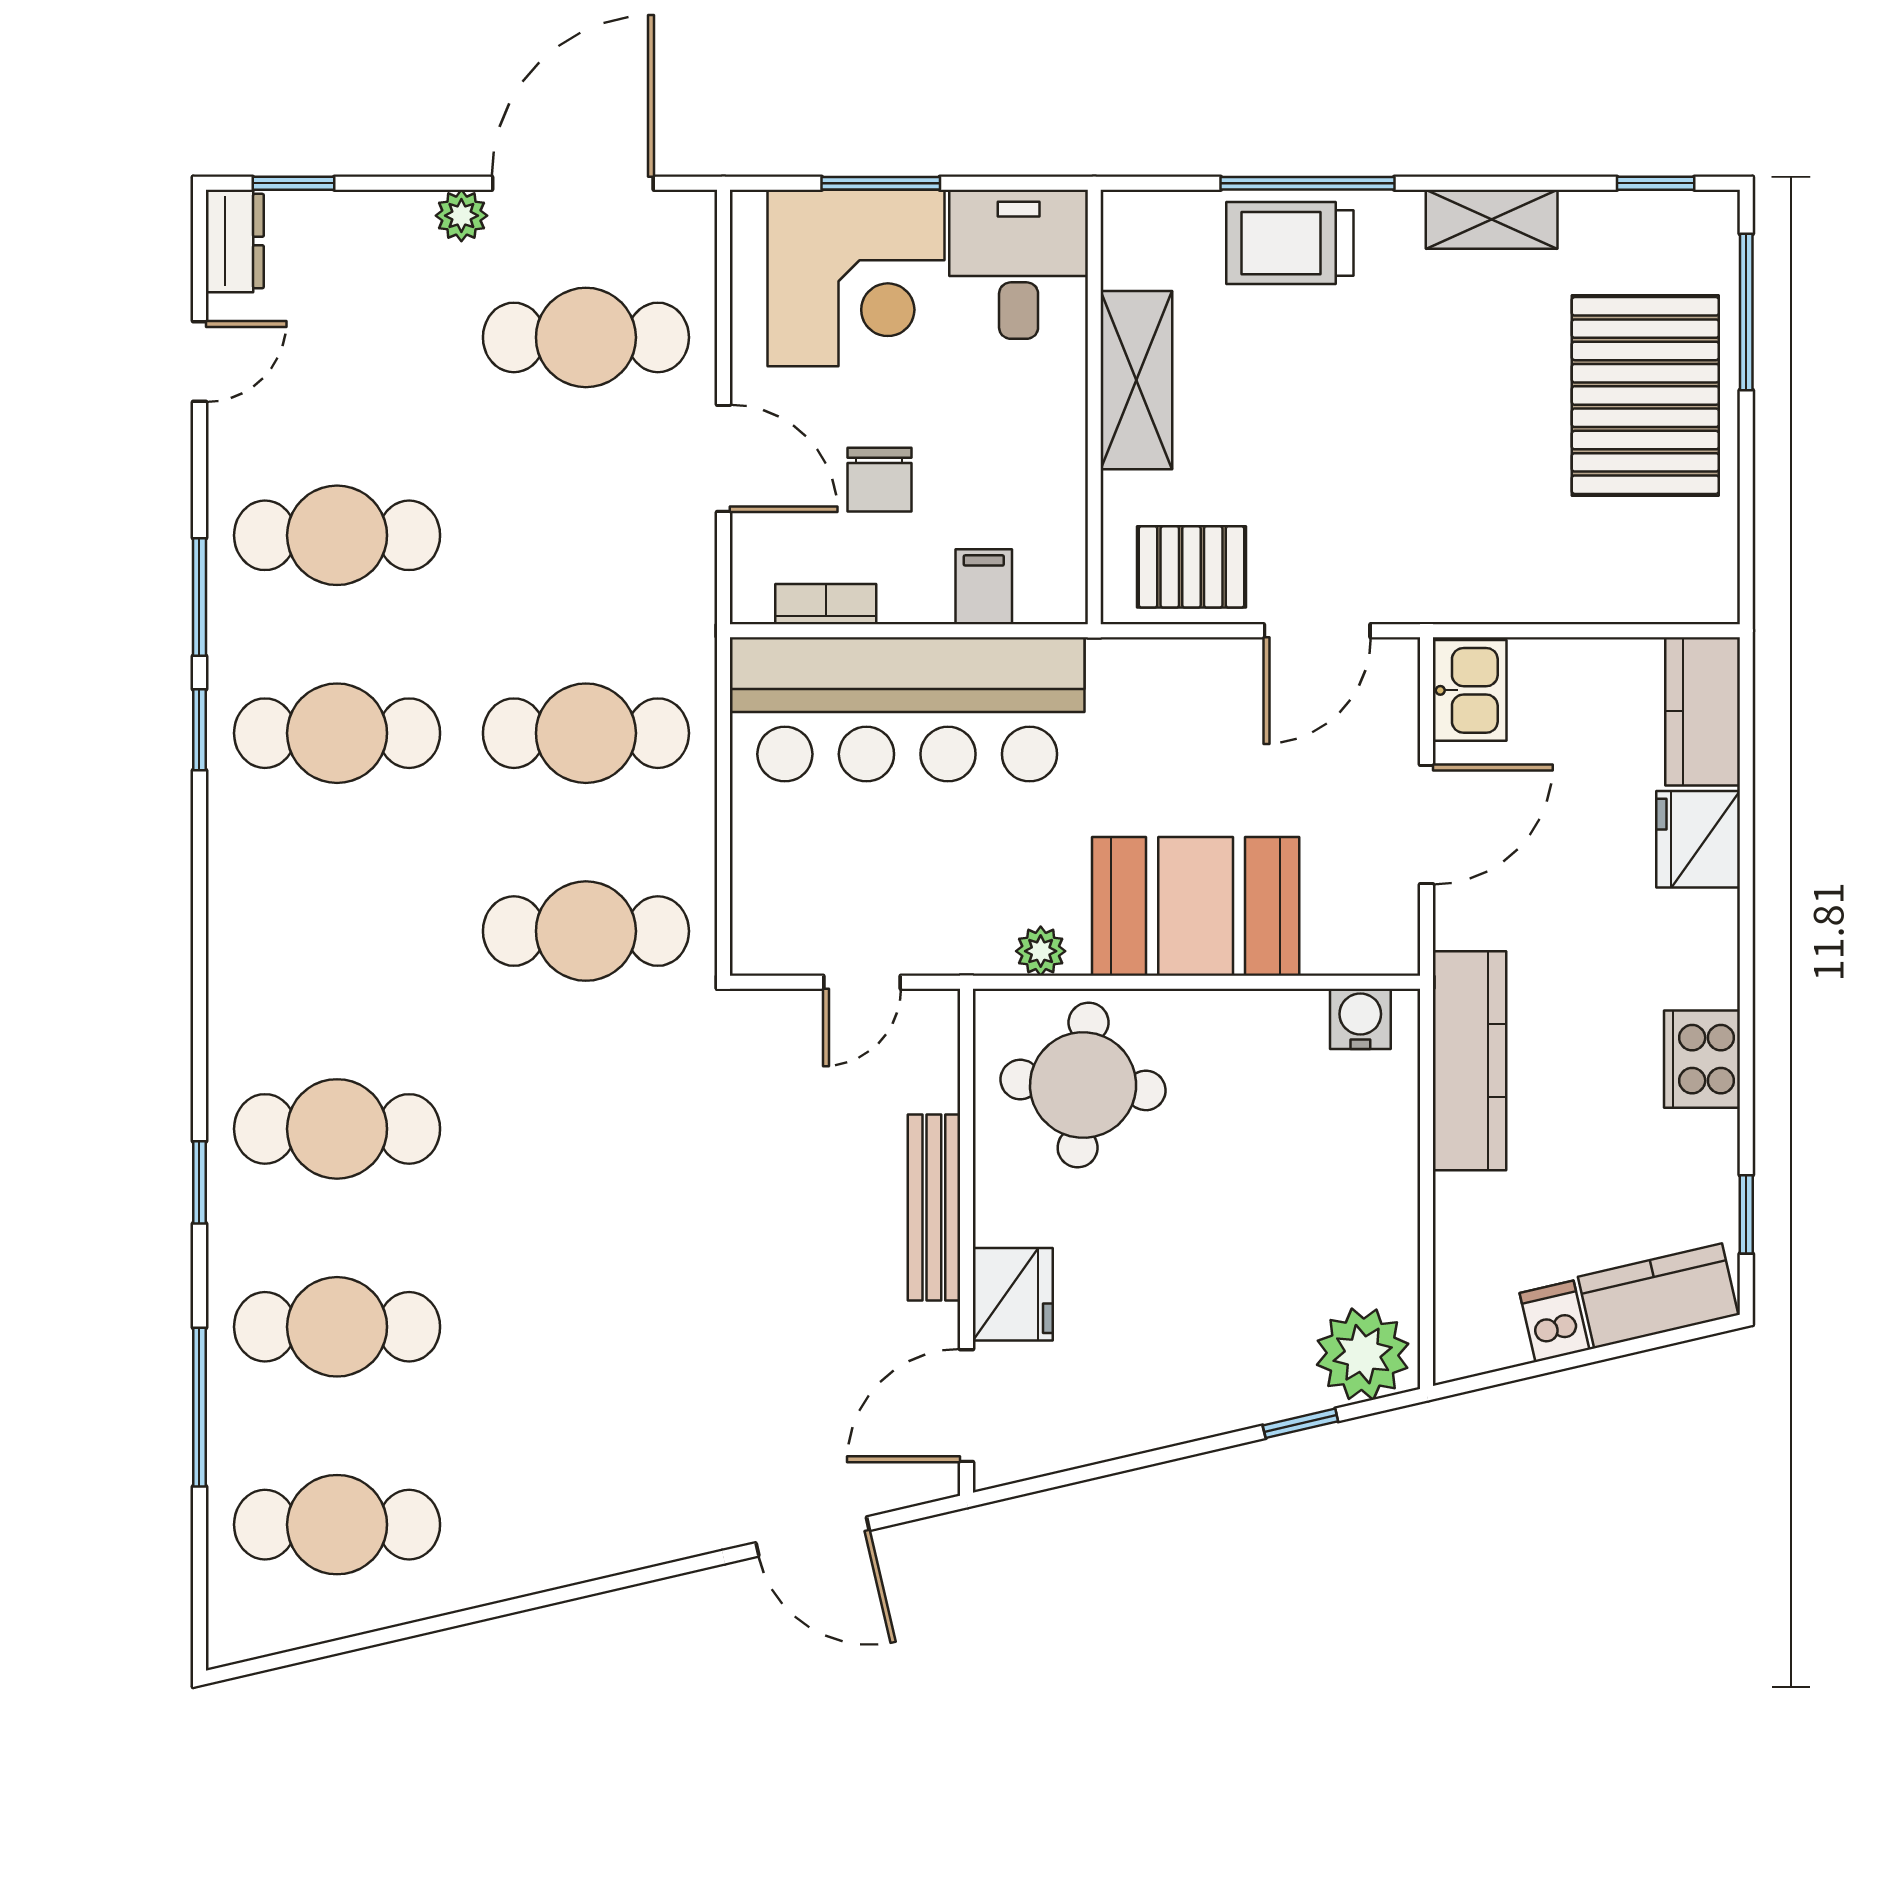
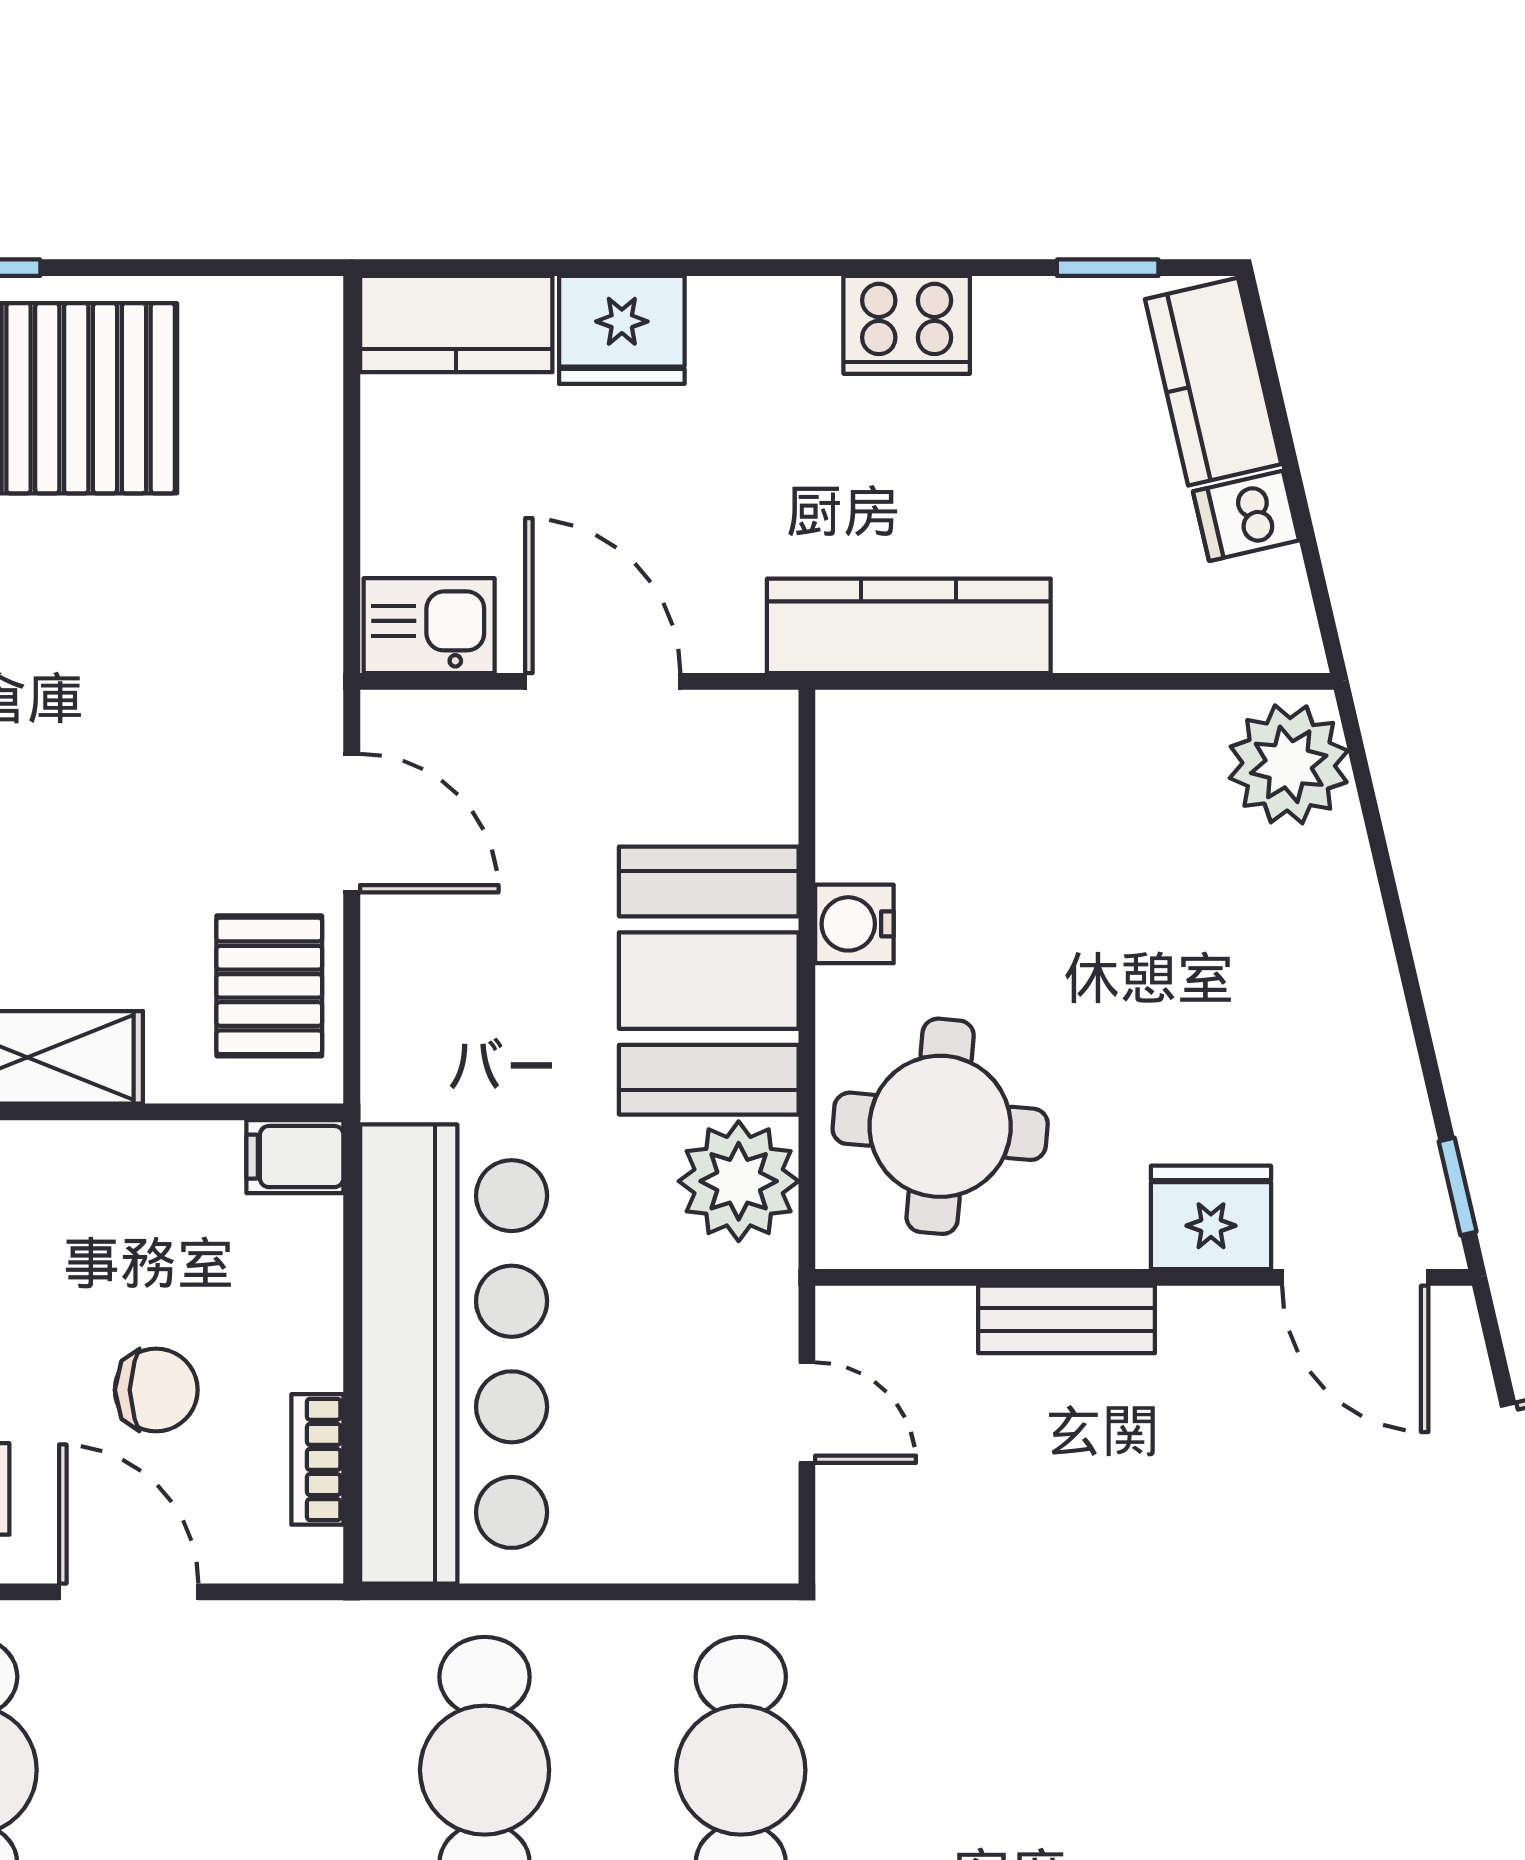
door: (724, 458) -> (129, 1592), hinge flipped
filing cabinet: (984, 587) -> (295, 1157), moved
plant: (1041, 951) -> (739, 1181), width x1.88, depth x1.88
water cooler: (1360, 1019) -> (854, 924), moved
bench: (934, 1207) -> (1067, 1319), width x0.73
window: (1300, 1423) -> (1458, 1187), moved

